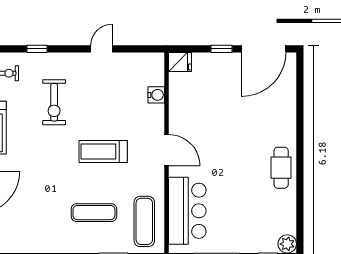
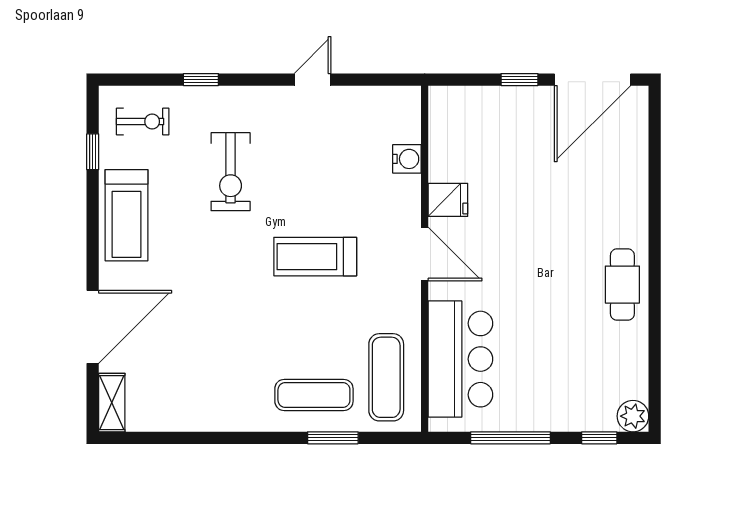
fridge: (180, 62) -> (448, 200), moved
exercise mat: (94, 213) -> (314, 395), moved

